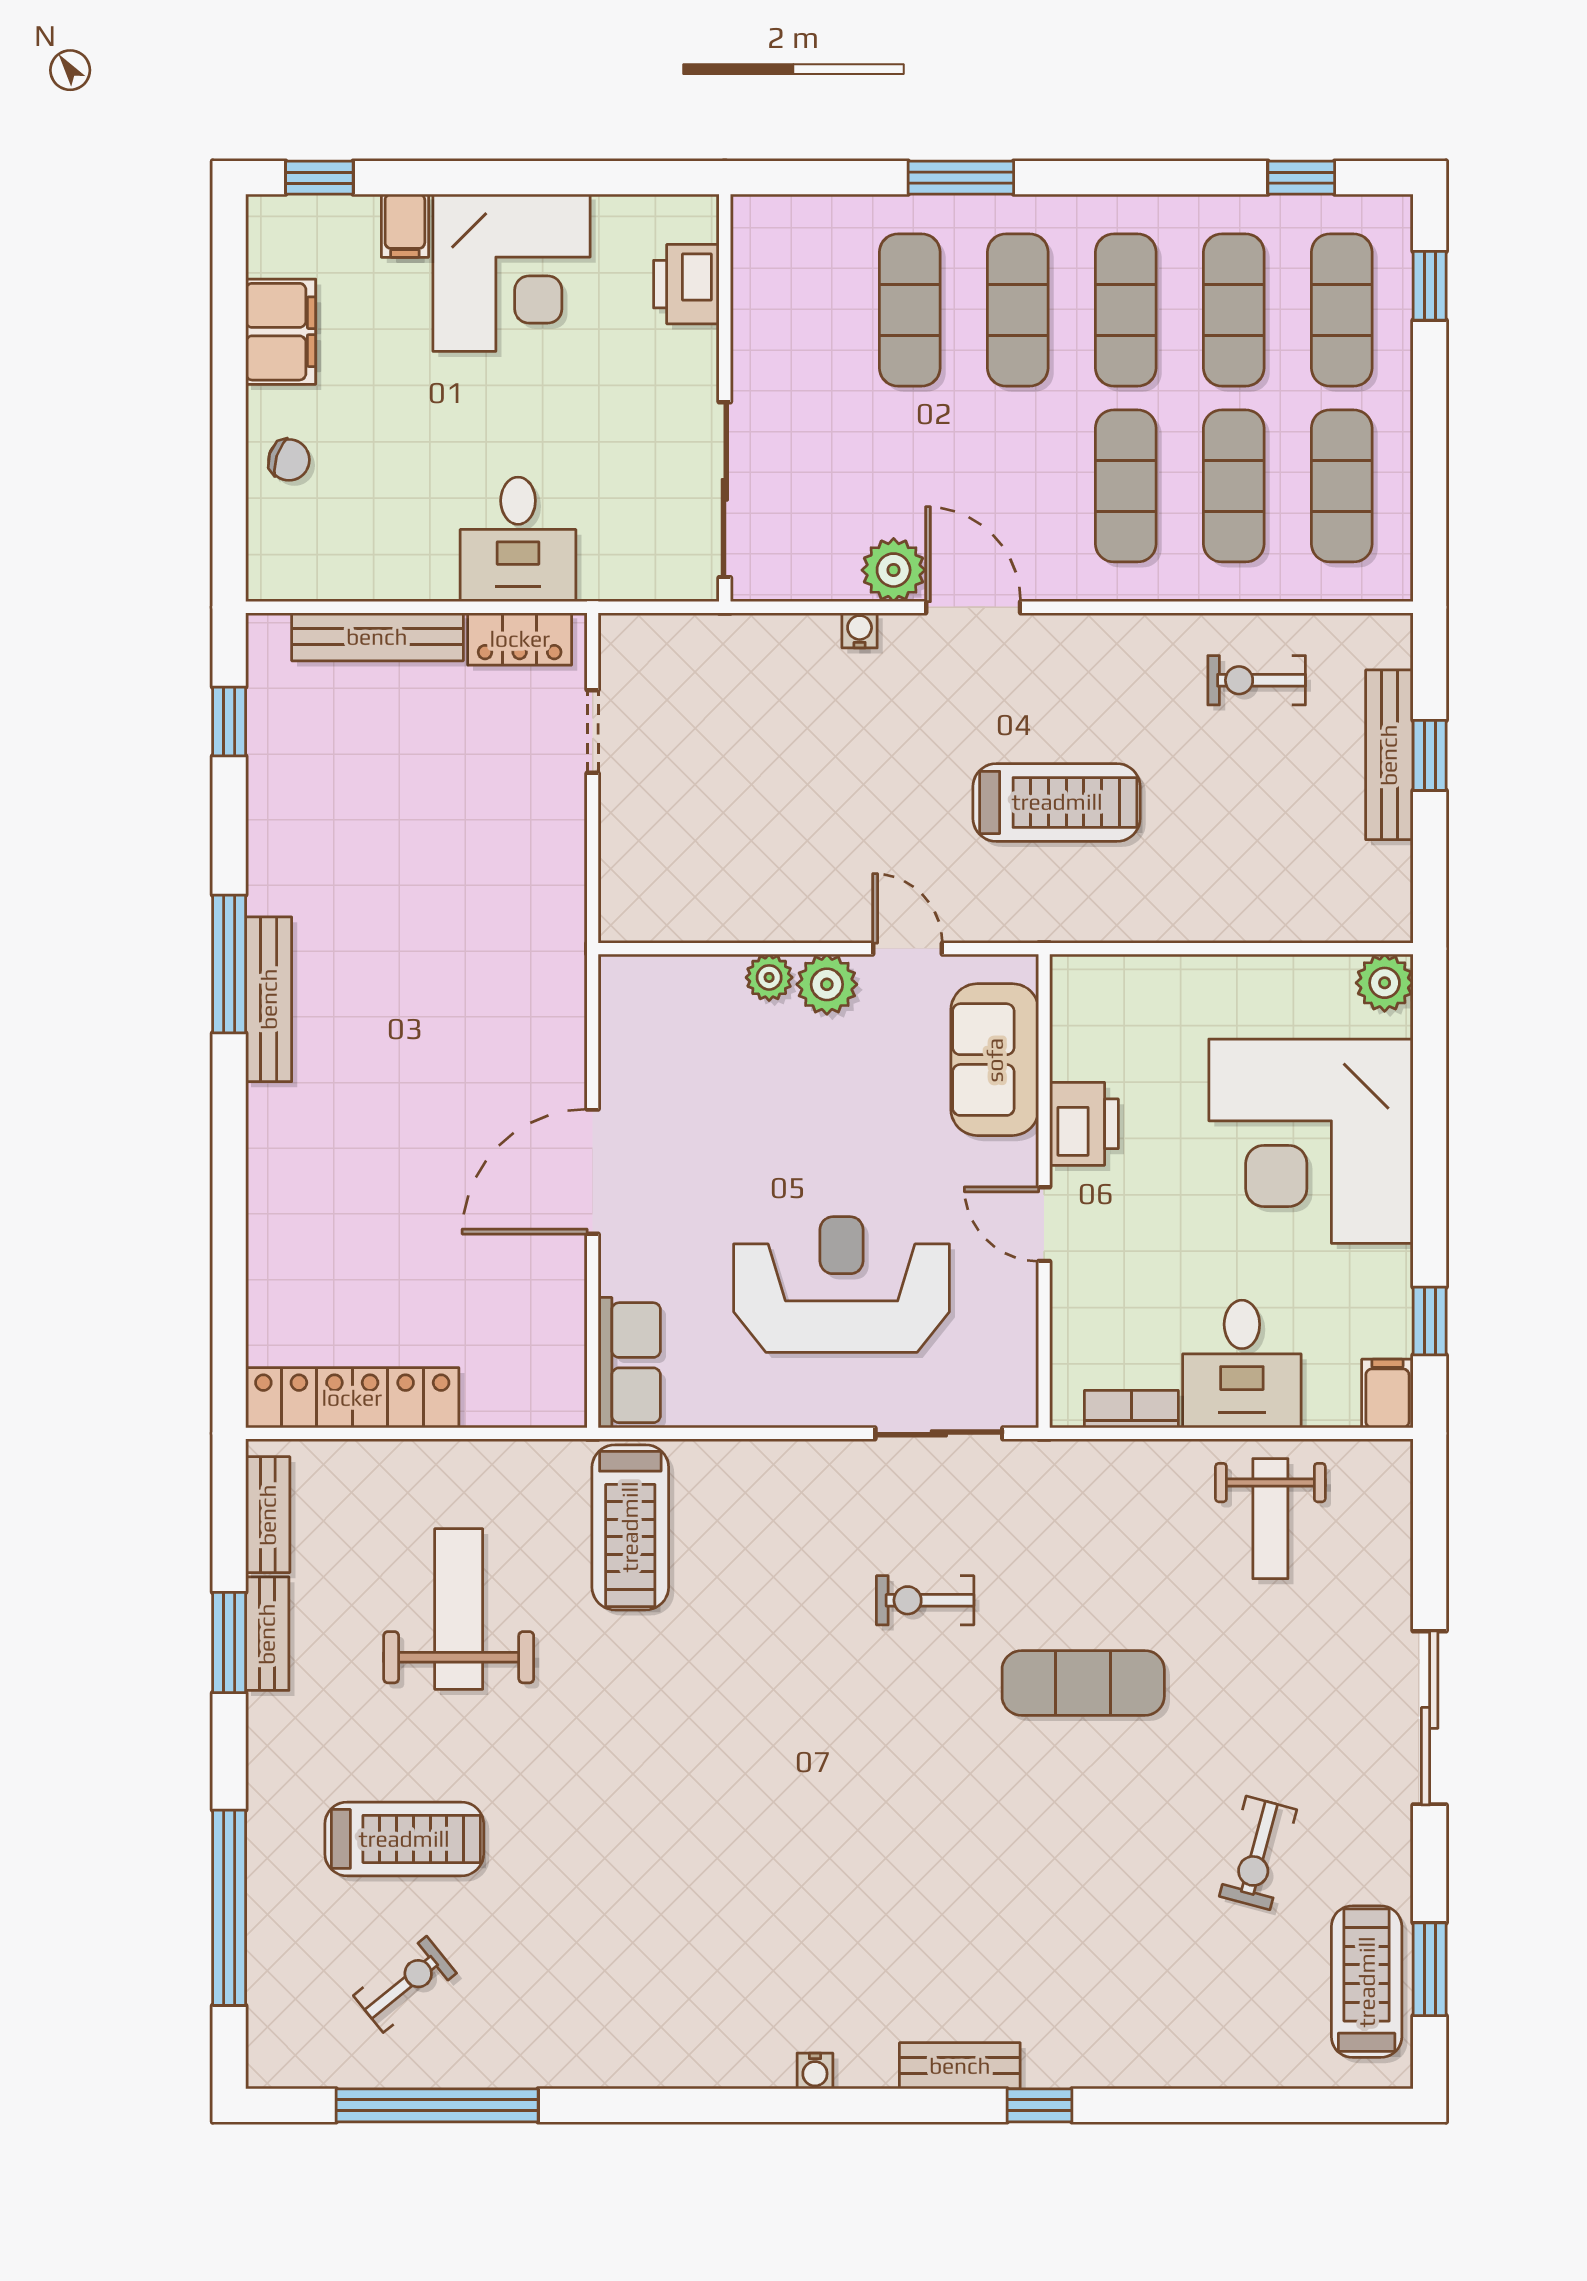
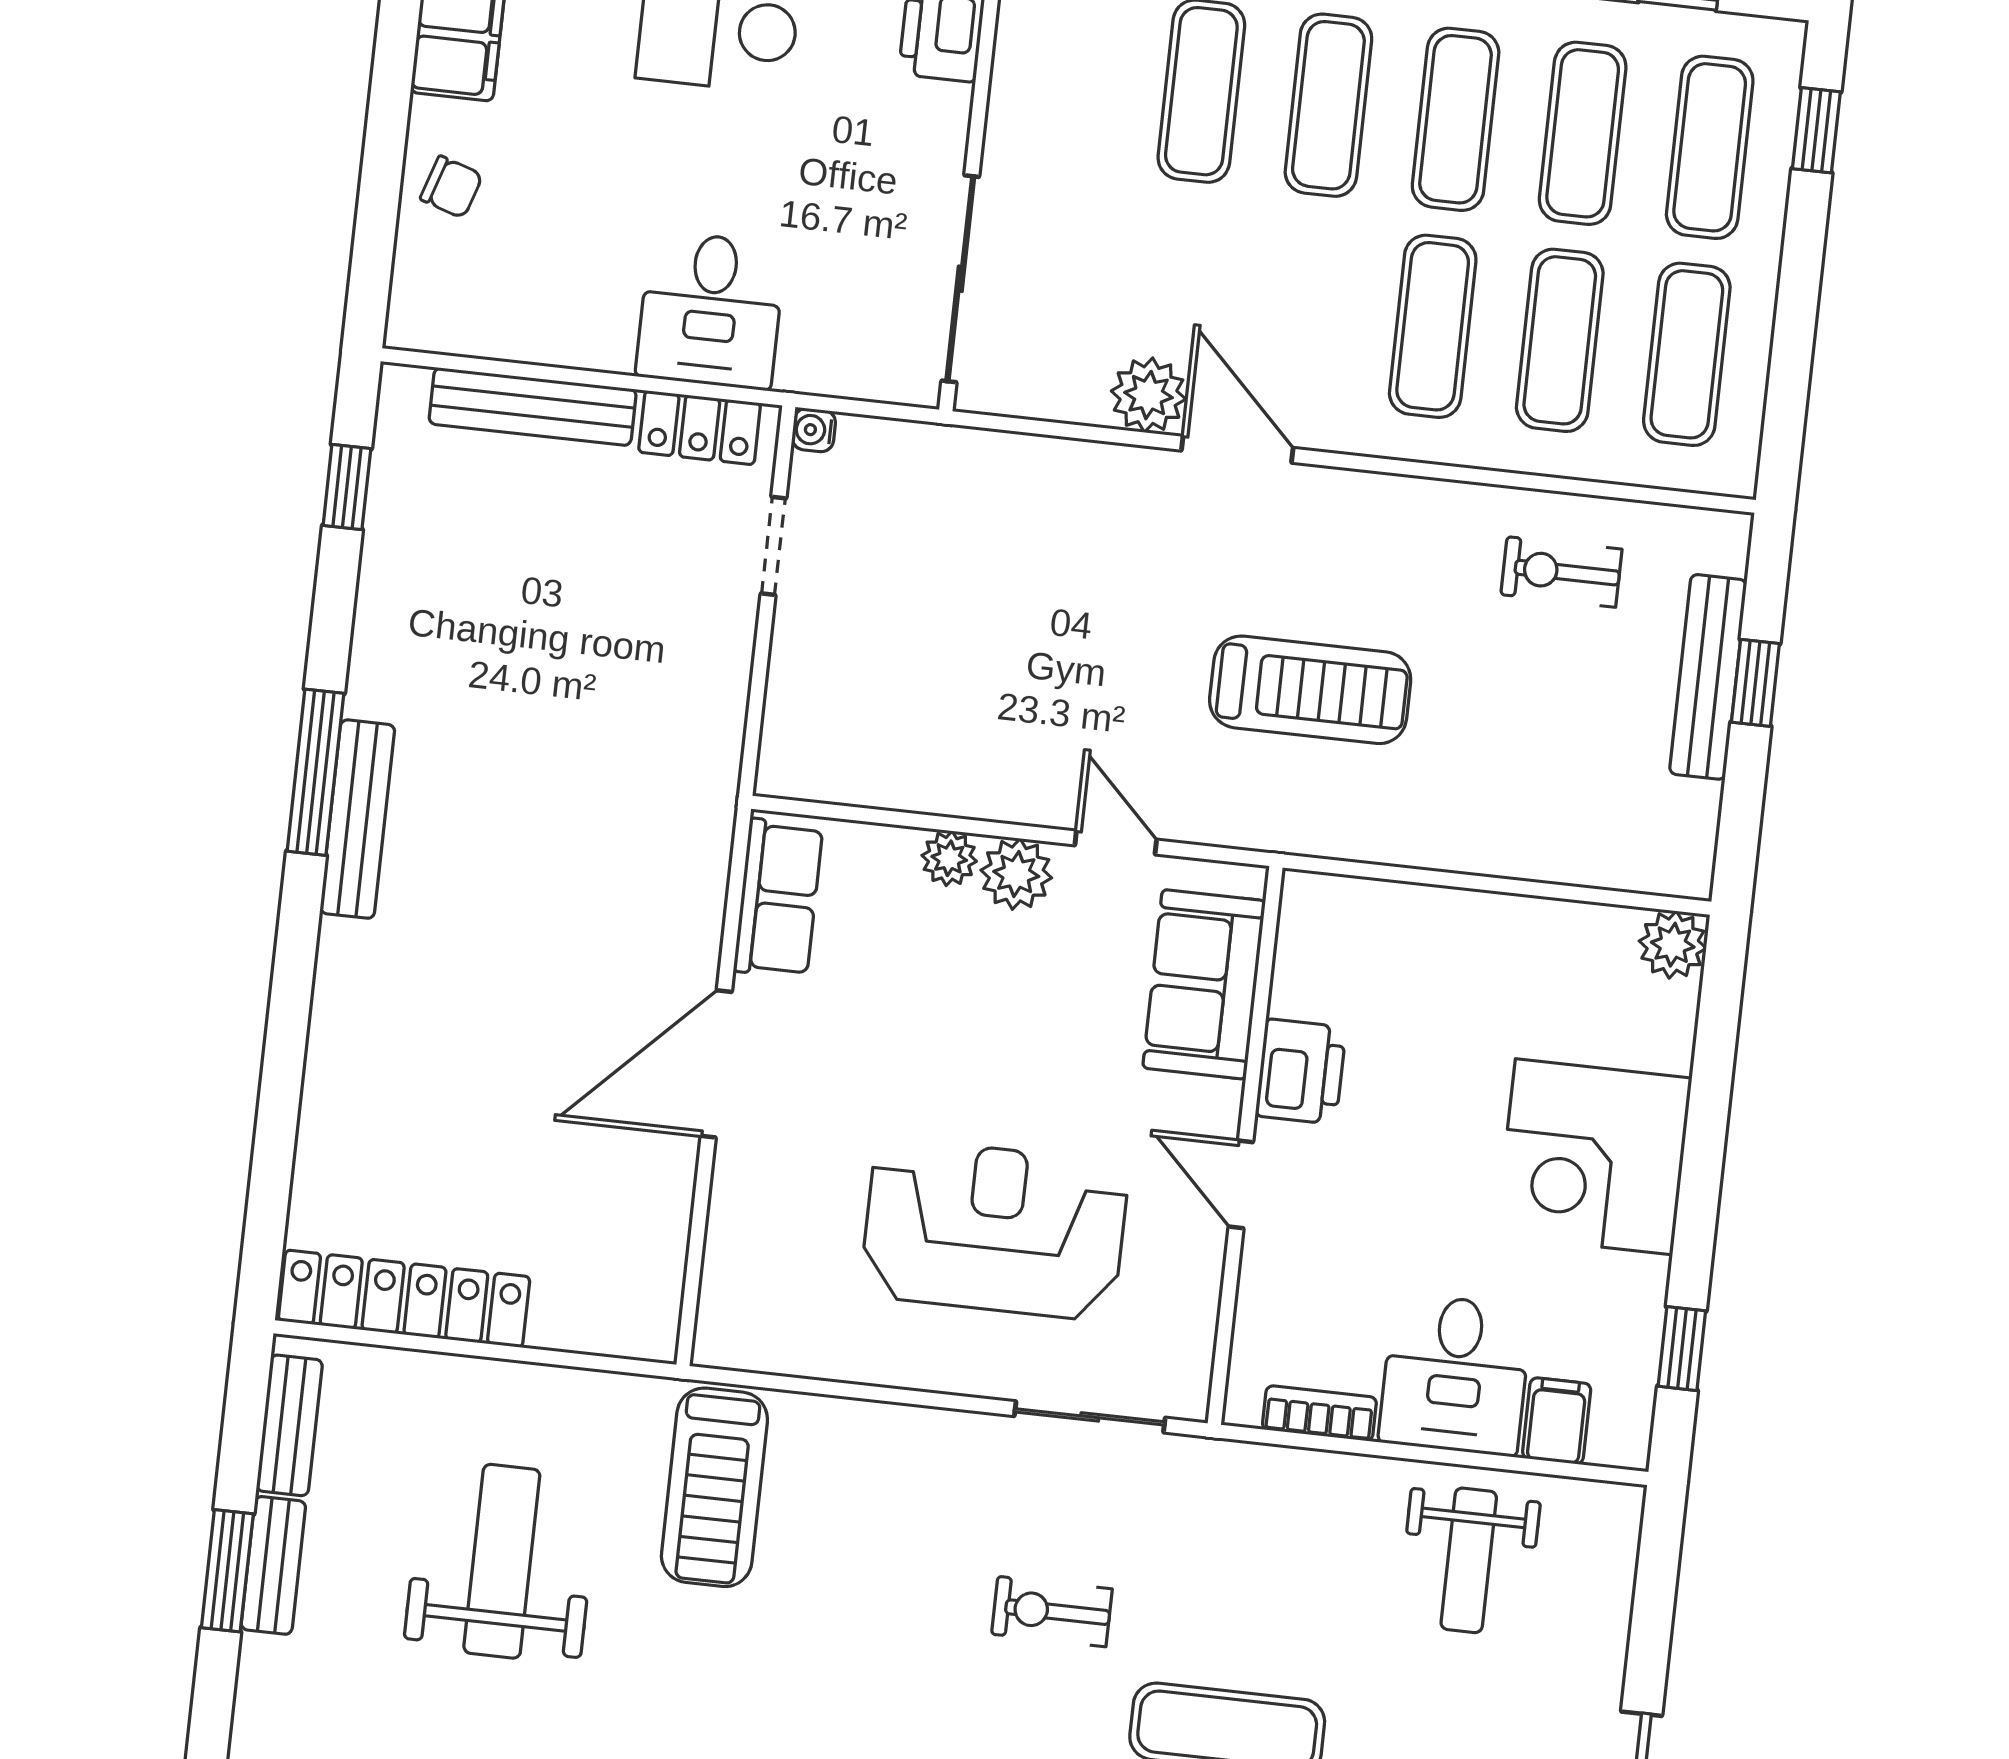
water cooler: (860, 630) -> (814, 430), moved, turned -90
corner desk: (1311, 1141) -> (1594, 1157), width x0.74, depth x0.74
row of seats: (629, 1363) -> (778, 898), moved
filing cabinet: (1387, 1394) -> (1557, 1421), moved

